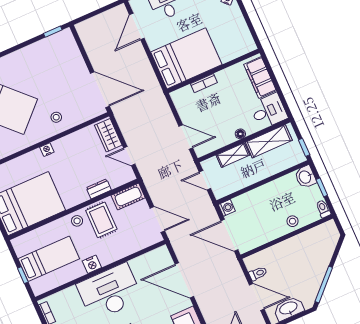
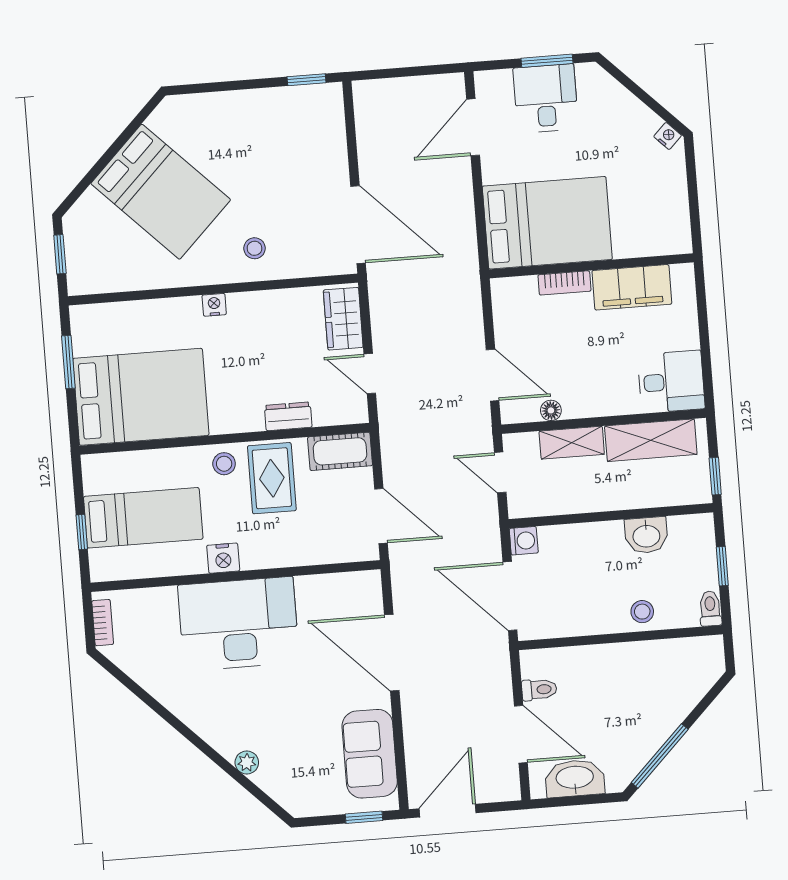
filing cabinet: (260, 77) -> (632, 287), moved, turned -90
floor lamp: (240, 134) -> (551, 410), moved
washbasin: (305, 177) -> (646, 535), moved, turned -90

